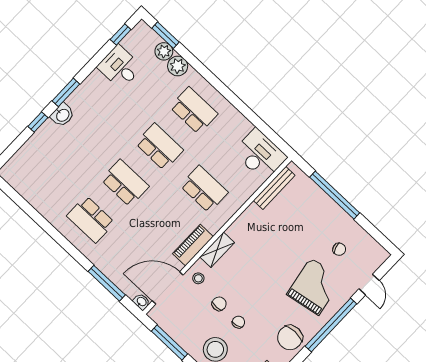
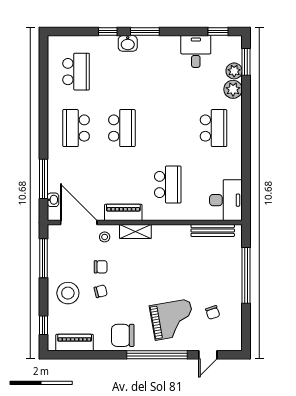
school desk: (159, 147) -> (76, 72), moved
washbasin: (141, 302) -> (53, 200), moved

